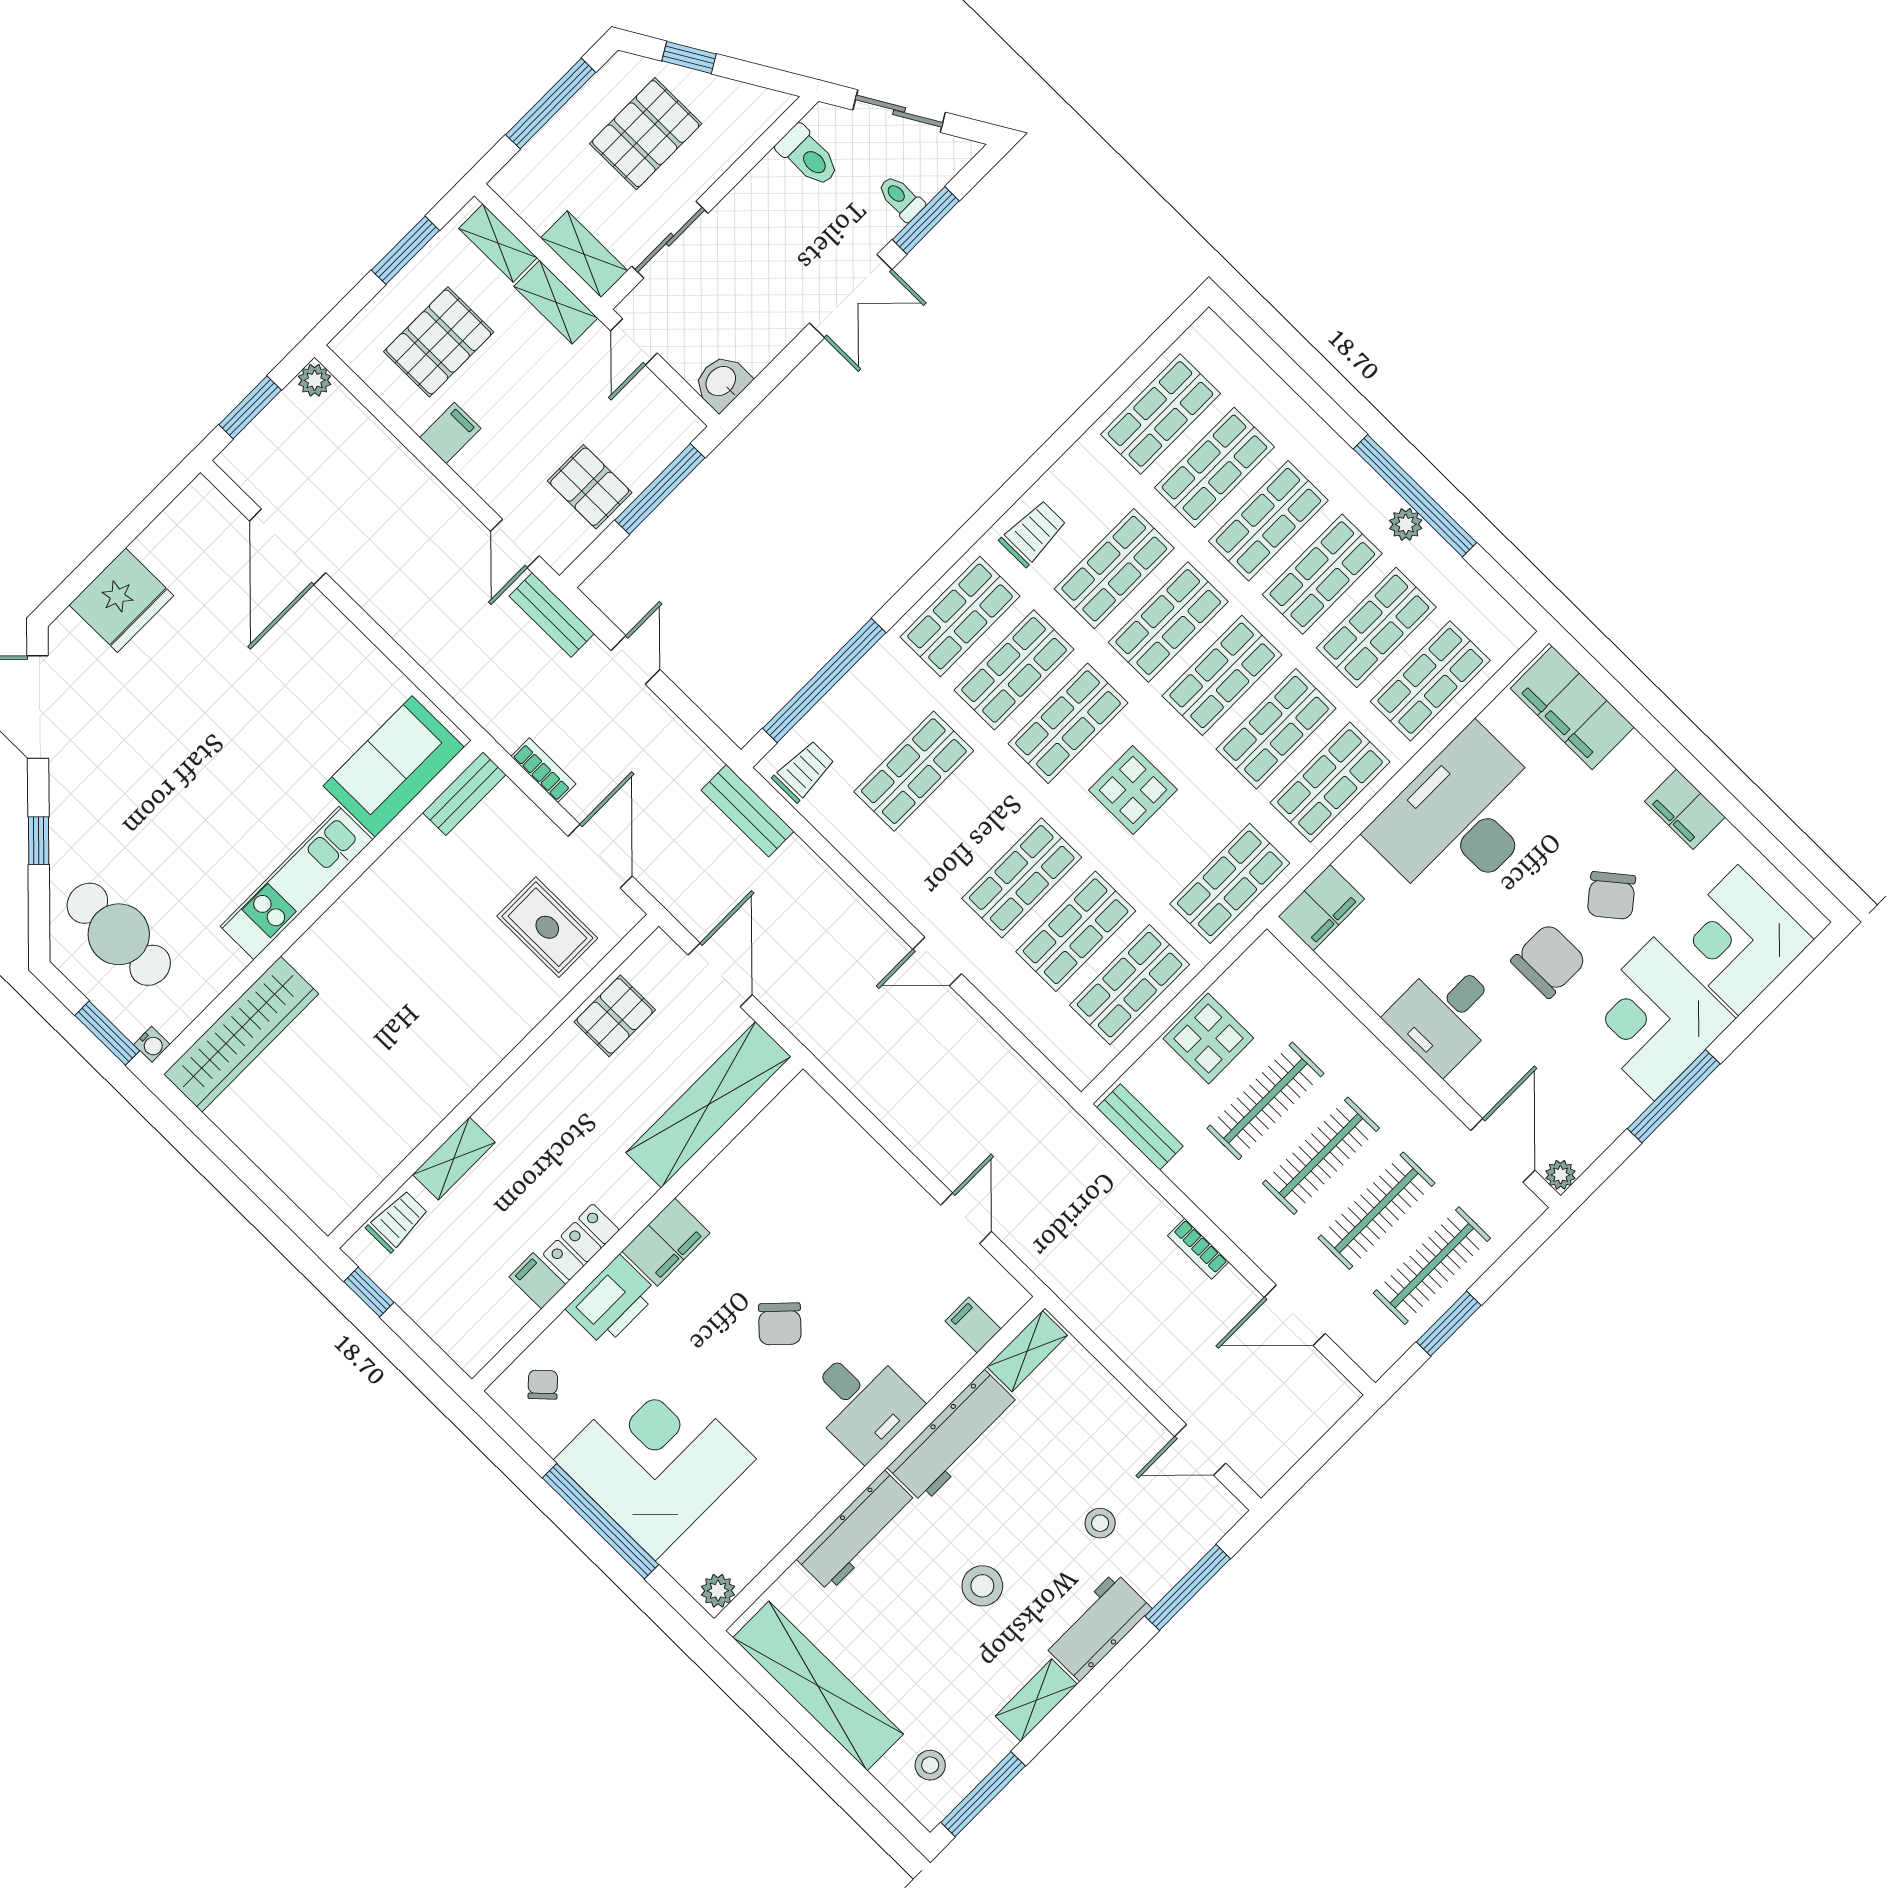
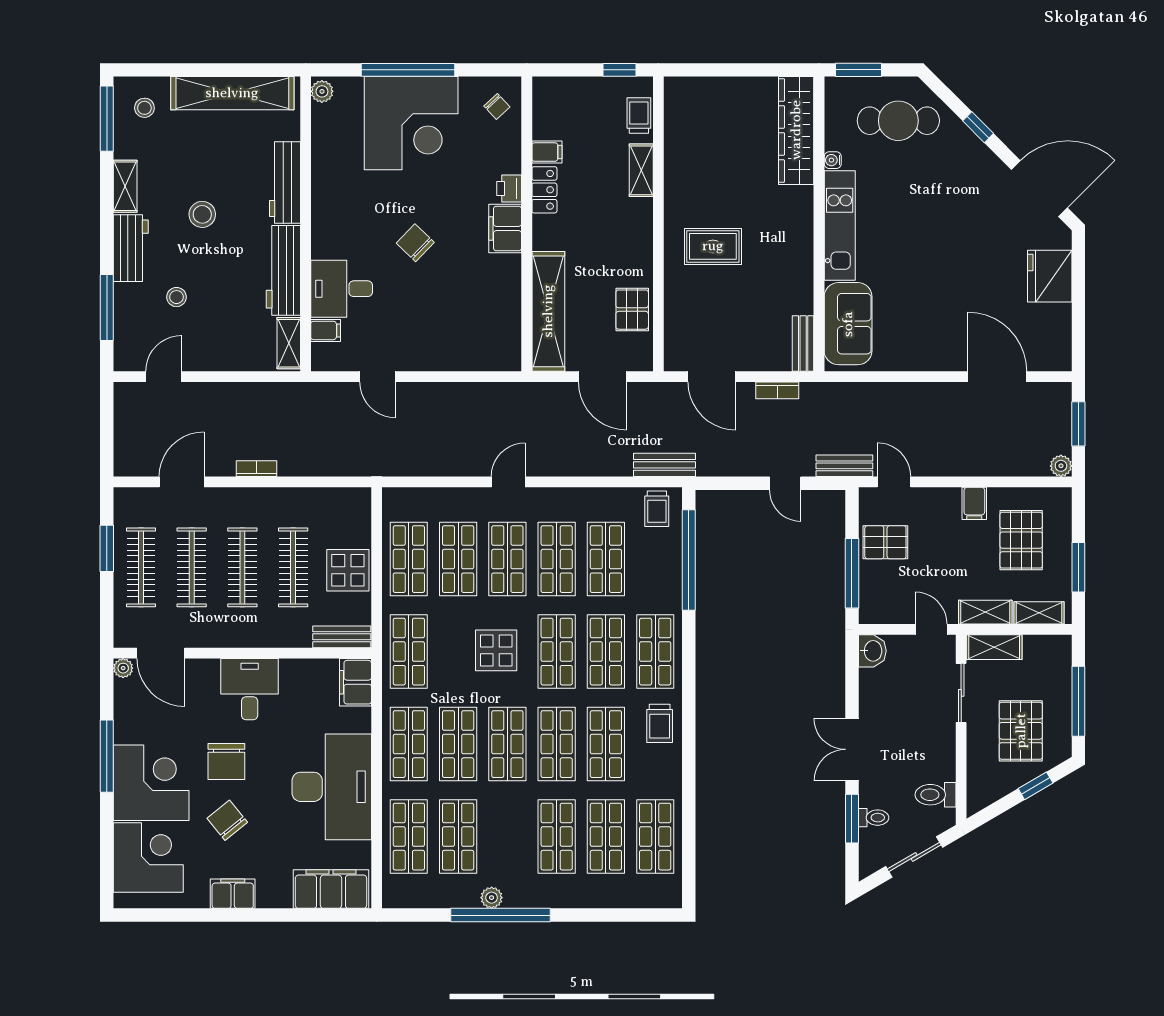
shop shelf: (1322, 574) -> (557, 559), moved
rug: (547, 927) -> (713, 246), moved
water cooler: (152, 1045) -> (833, 160), moved
bench: (1140, 1127) -> (342, 637), moved
trolley: (397, 1221) -> (639, 115), turned 180
printer: (612, 1301) -> (509, 188), width x0.53, depth x0.68
desk: (862, 1402) -> (342, 289), moved

